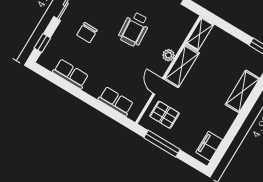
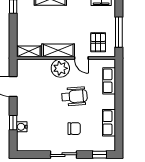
wheelchair: (134, 29) -> (74, 96), moved
plant: (168, 55) -> (60, 68), width x1.88, depth x1.88
door: (158, 86) -> (81, 58), hinge flipped

